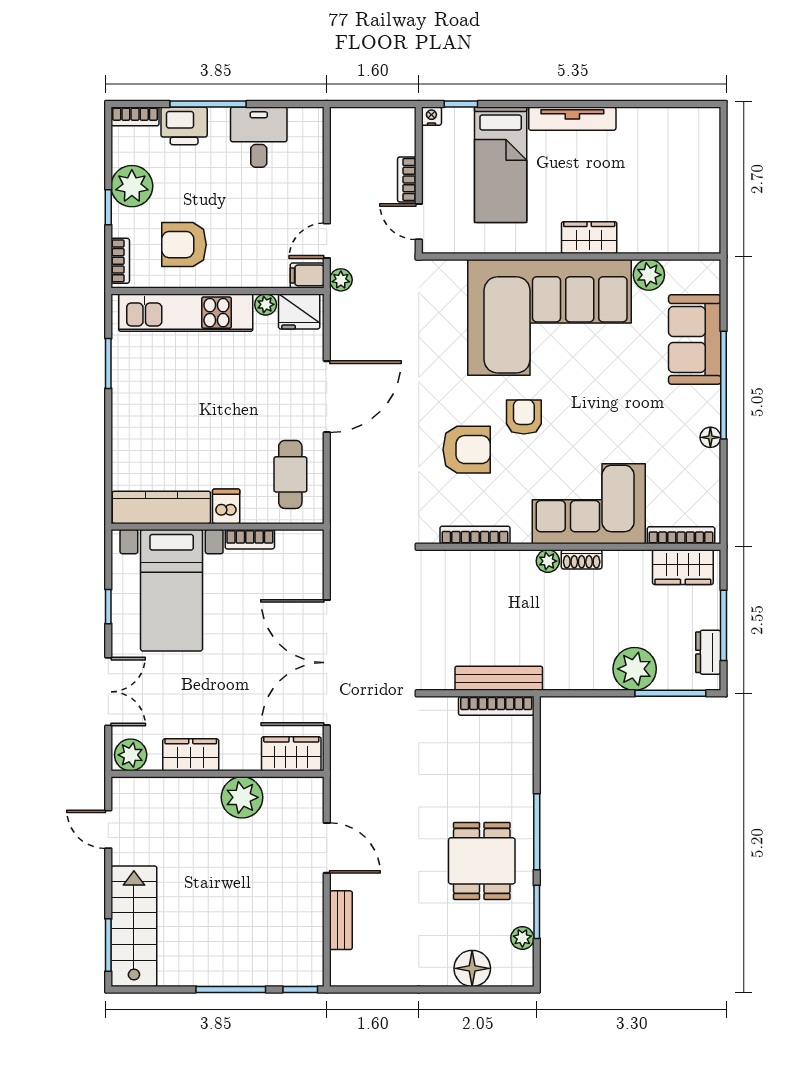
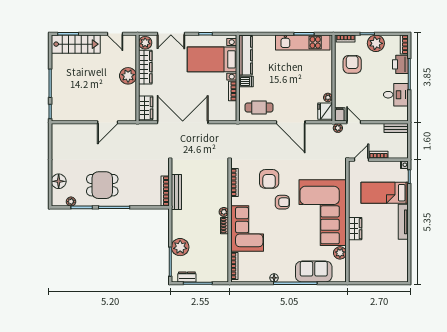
kitchen unit: (186, 313) -> (303, 42), moved, turned -90
wardrobe: (683, 567) -> (221, 267), removed
wardrobe: (191, 755) -> (145, 67), width x1.50
plant: (242, 797) -> (128, 76), moved
door: (108, 829) -> (115, 34), swing flipped
bench: (341, 920) -> (396, 128), moved

